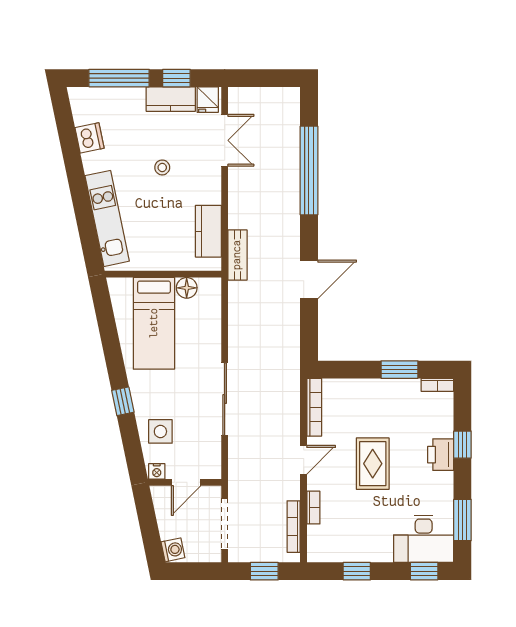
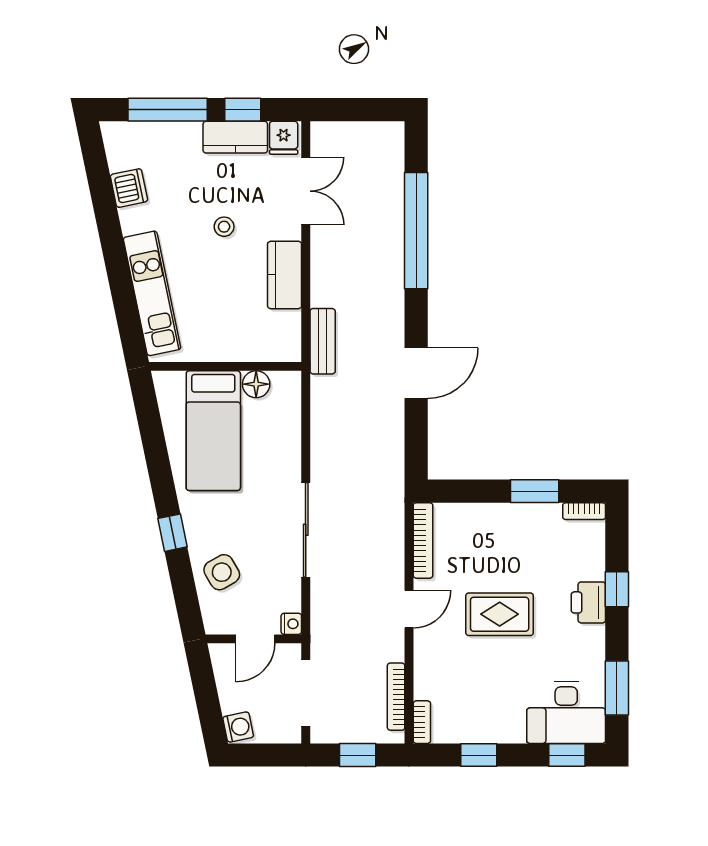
kitchen counter: (208, 231) -> (285, 275), moved
side table: (160, 431) -> (222, 572), turned -30
rug: (373, 464) -> (500, 614), turned 90
nightstand: (157, 471) -> (291, 624), moved, turned -90
bookcase: (313, 508) -> (422, 722), moved

